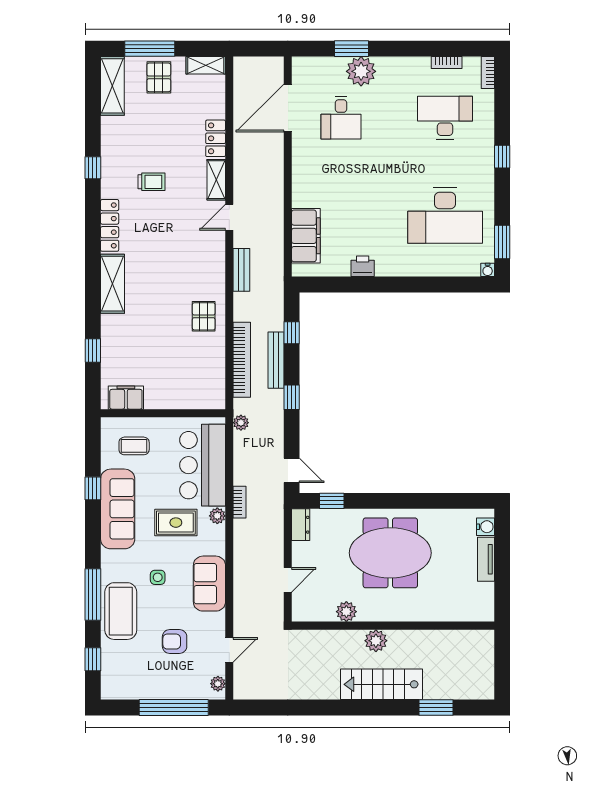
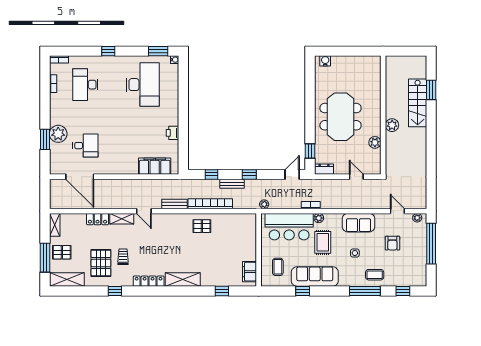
pallet: (141, 144) -> (101, 263), added
bookcase: (242, 360) -> (210, 204), moved
bench: (276, 360) -> (232, 184), width x0.73
tv unit: (486, 559) -> (344, 61), removed
coffee table: (121, 611) -> (375, 275), width x0.54, depth x0.58
stairs: (381, 684) -> (418, 103), moved

